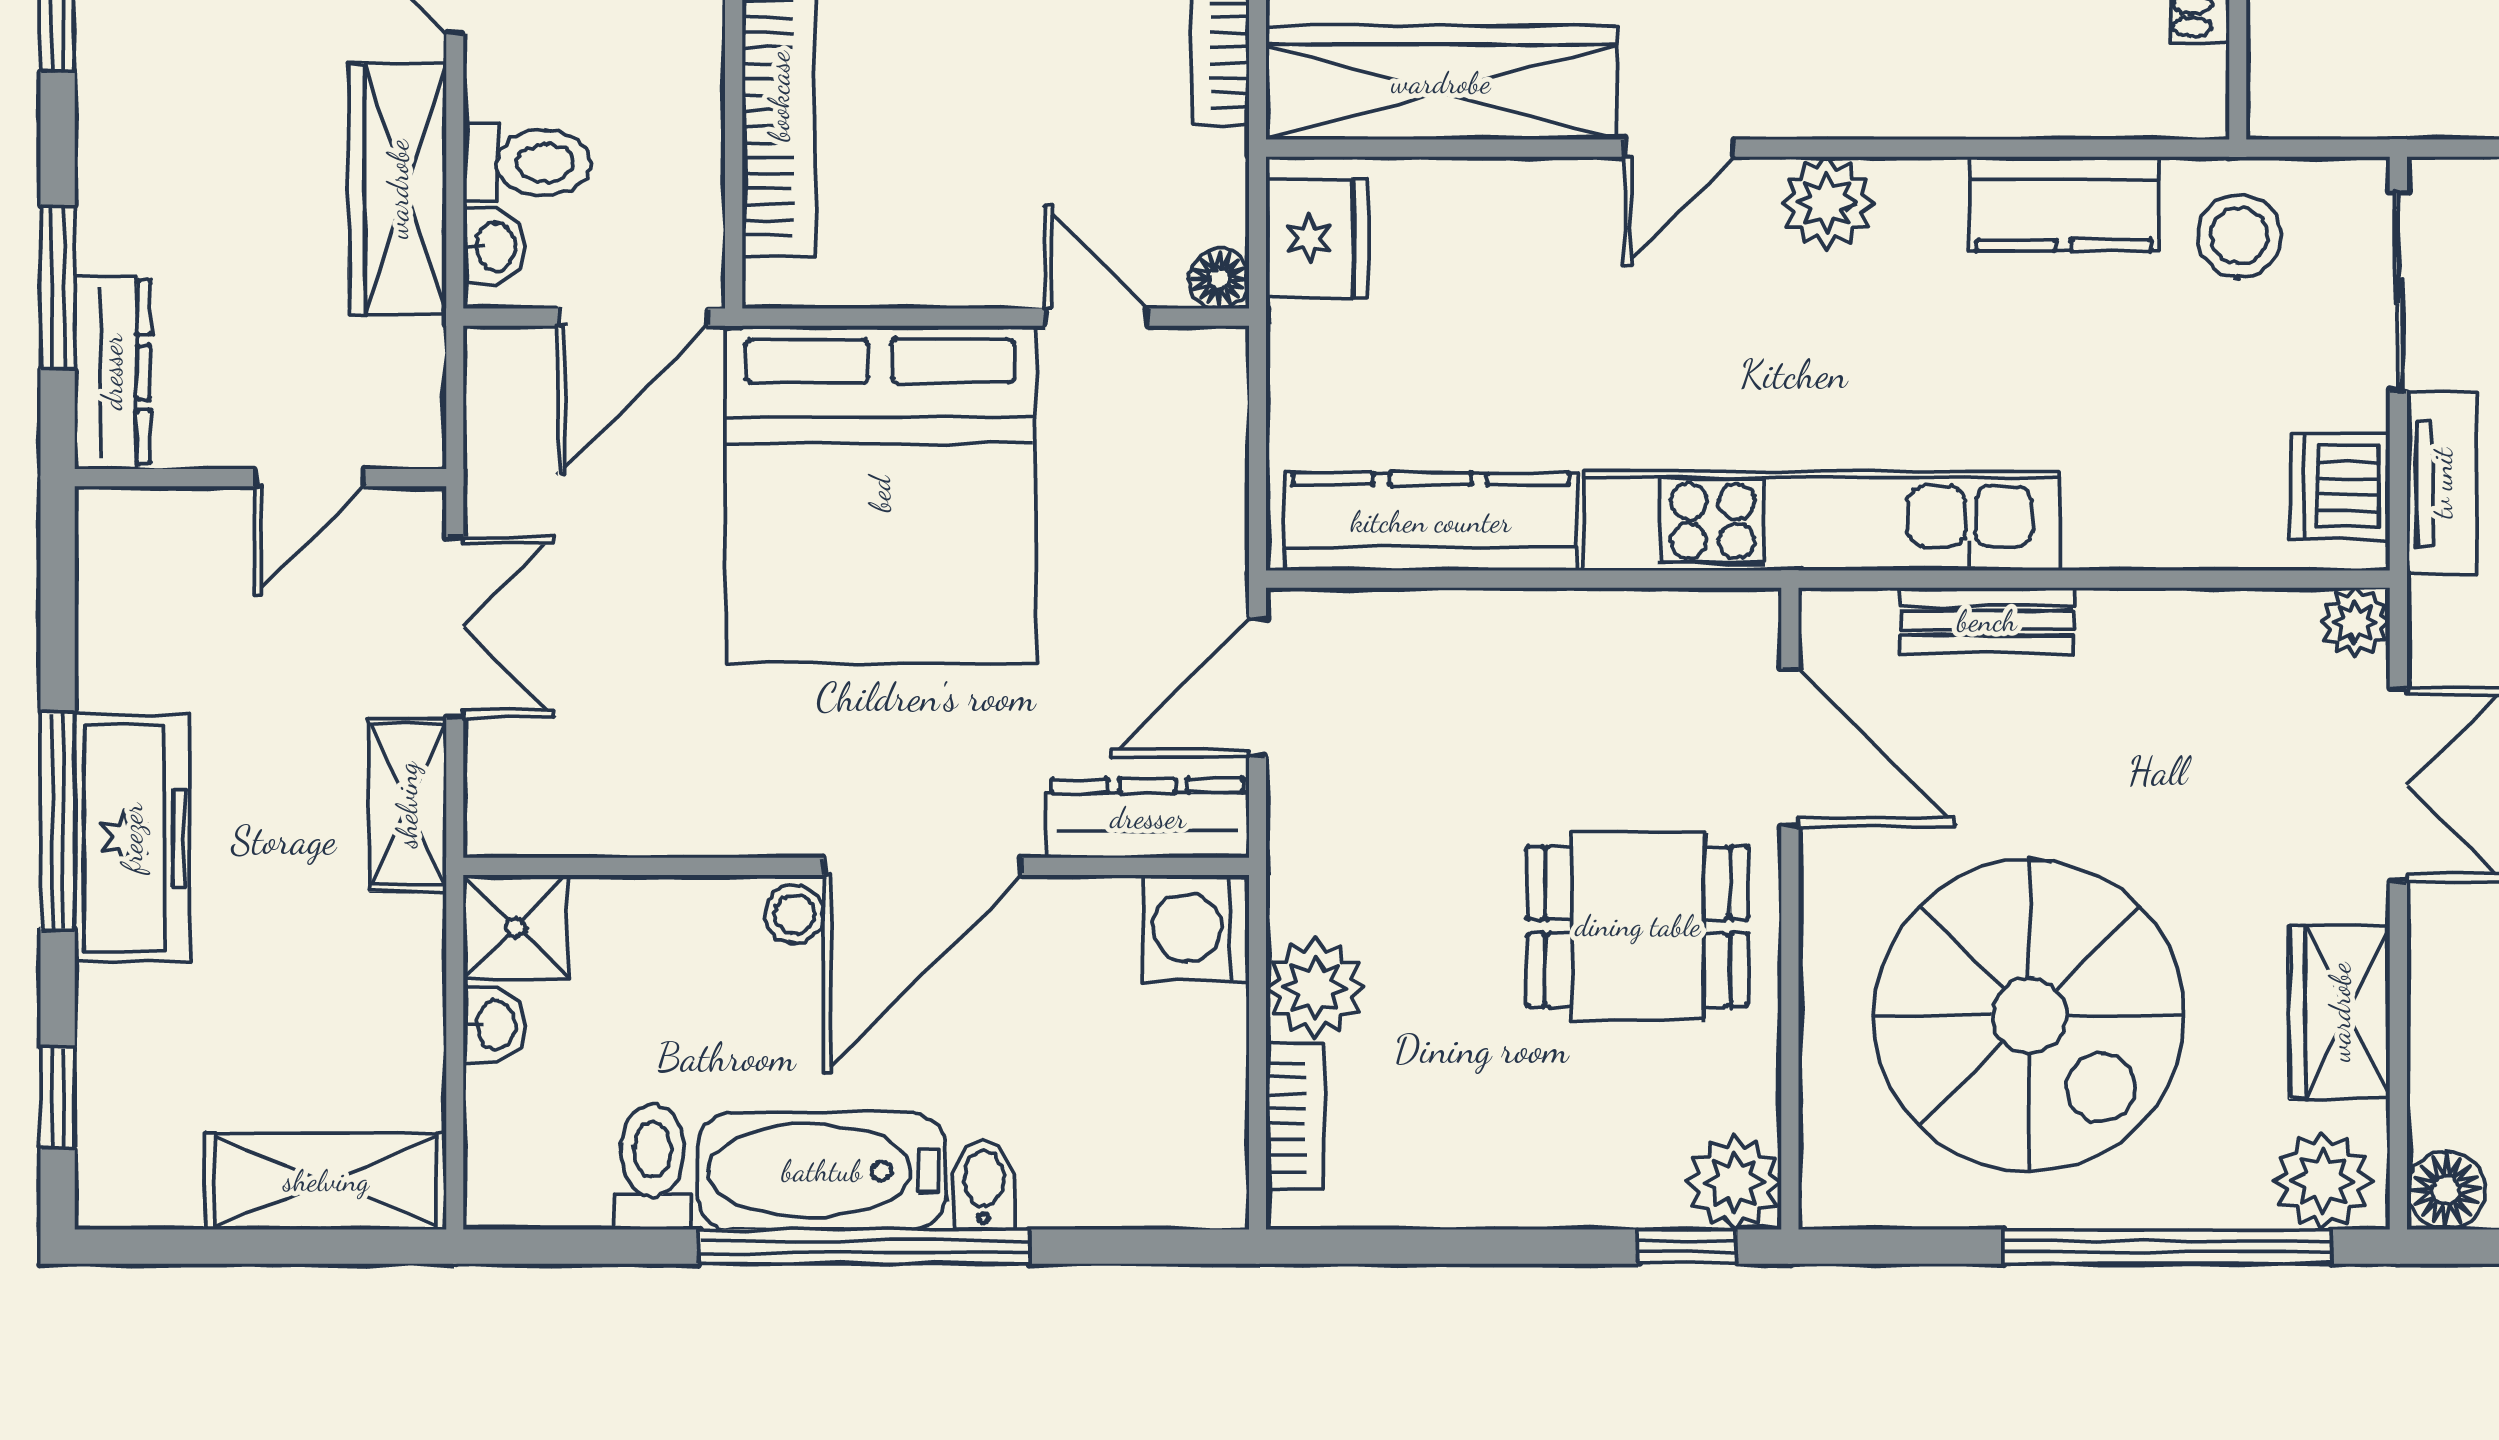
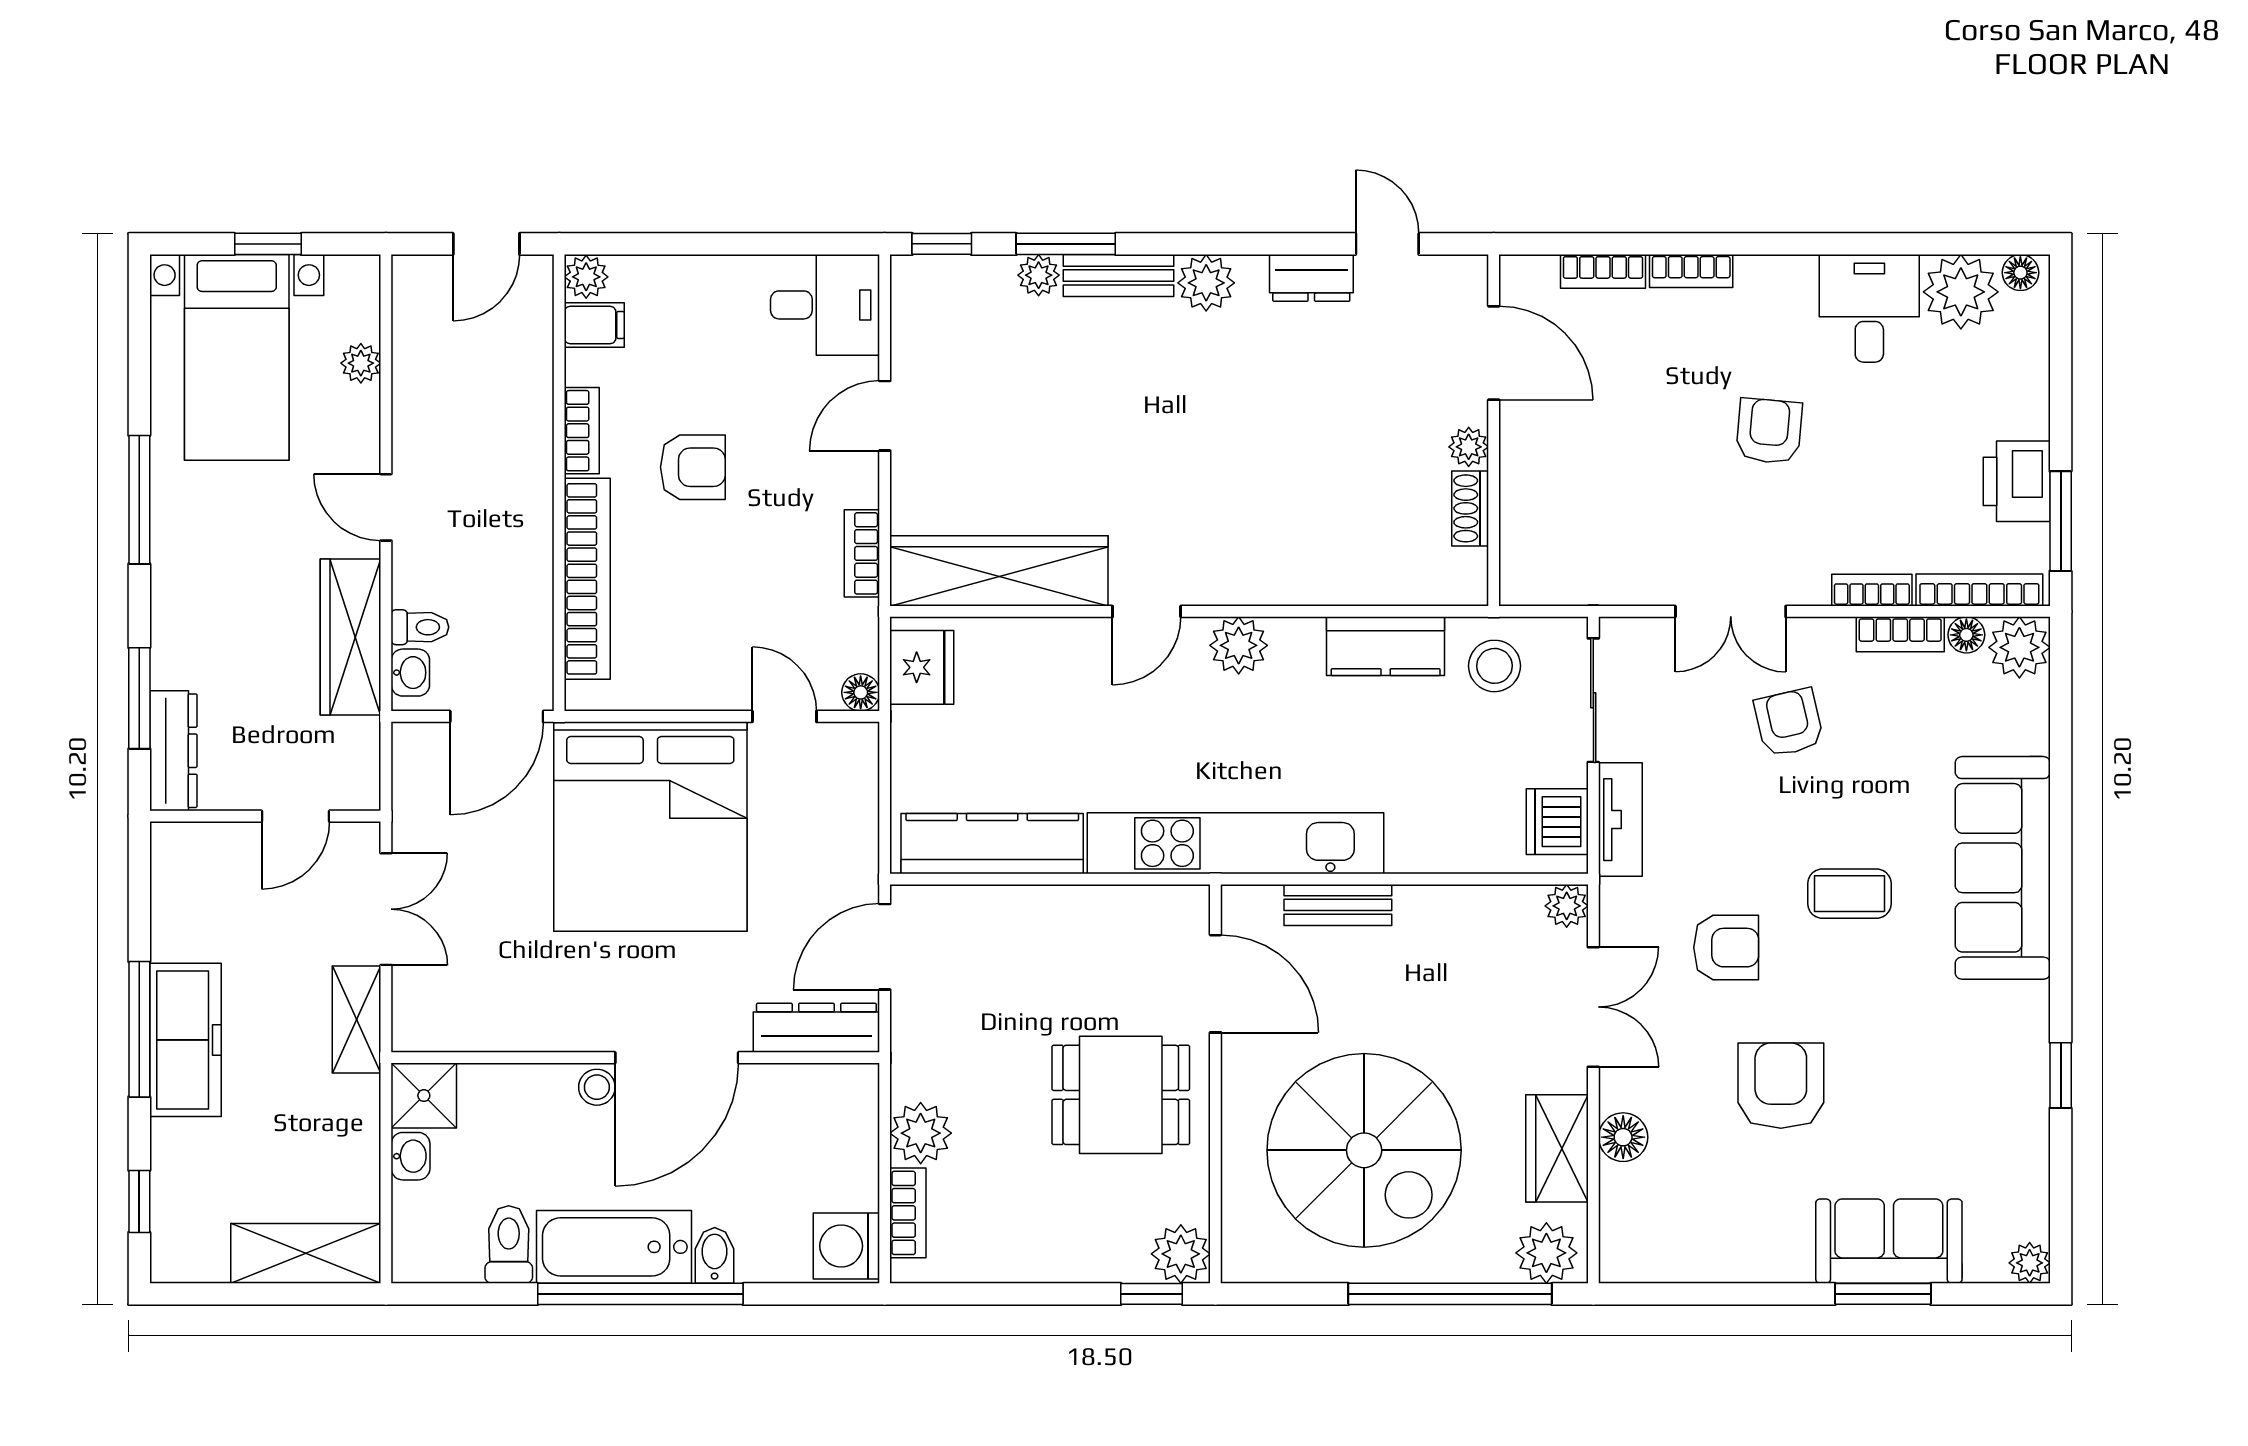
toilet: (527, 163) -> (420, 627), width x0.73, depth x0.72
washing machine: (1196, 928) -> (846, 1246), moved
floor lamp: (2446, 1190) -> (1623, 1137), moved

